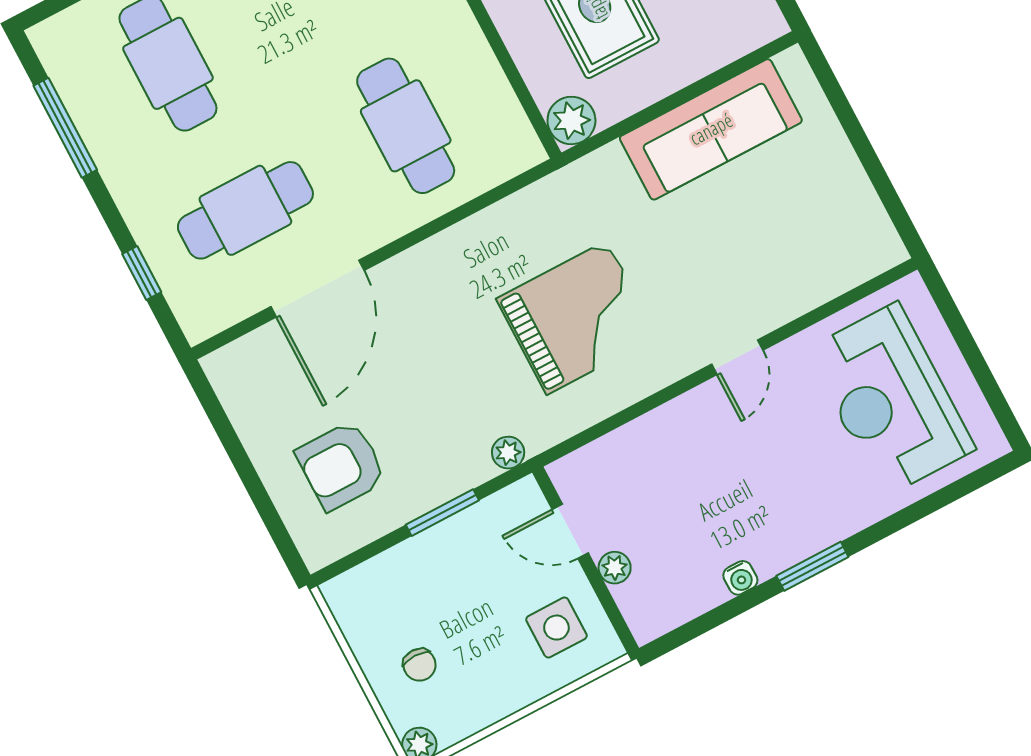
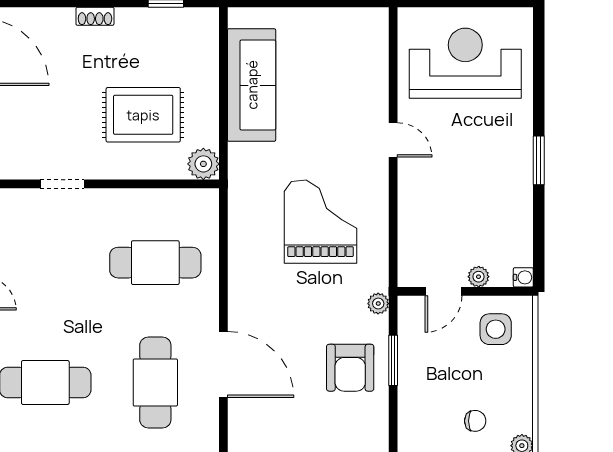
reception desk: (891, 400) -> (465, 63), turned 180
armchair: (341, 466) -> (350, 368), moved
water cooler: (740, 578) -> (523, 277), moved

